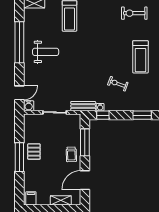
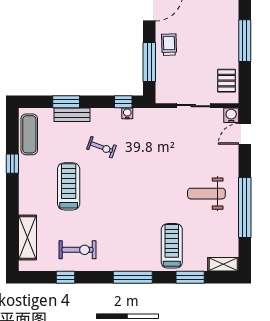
bench: (83, 106) -> (72, 115), moved
pallet: (34, 152) -> (227, 81), moved

